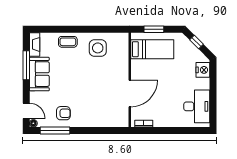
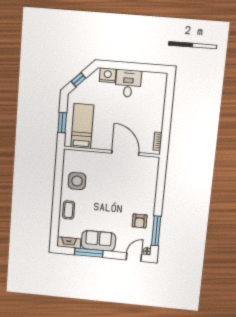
desk: (197, 106) -> (128, 83), moved, width x0.73
armchair: (63, 113) -> (140, 221), turned 180

